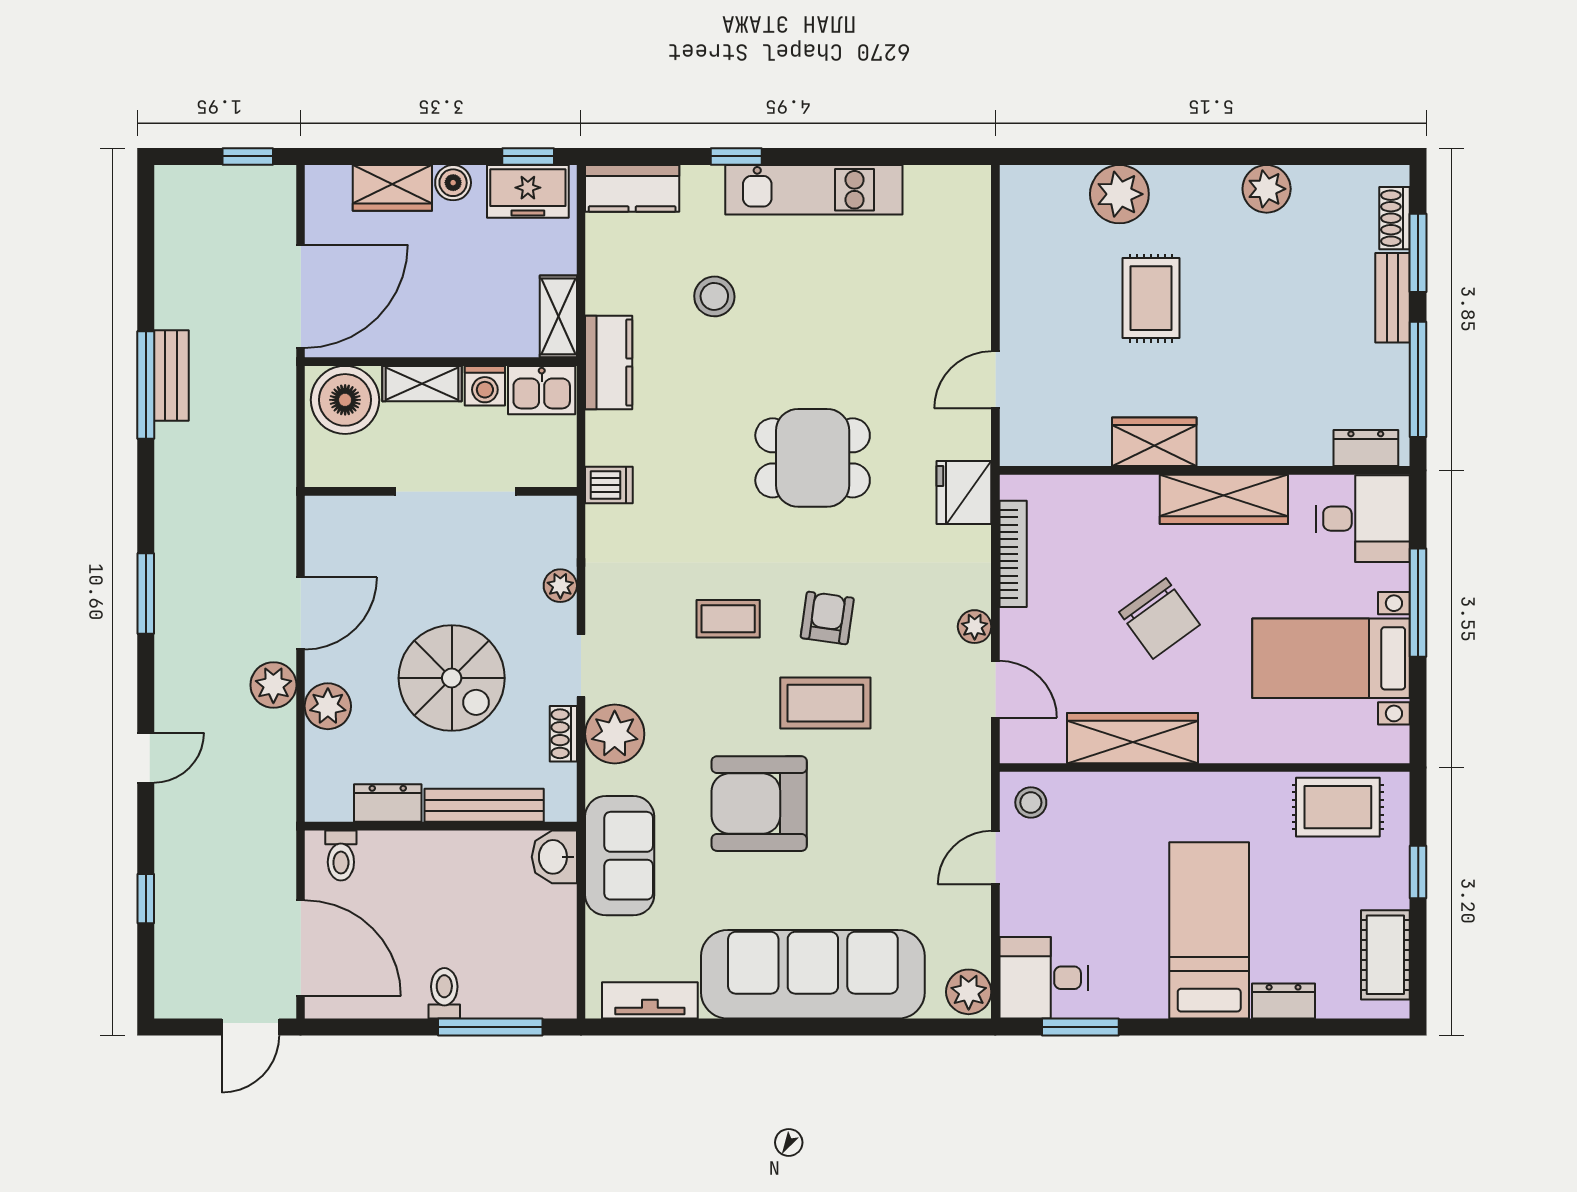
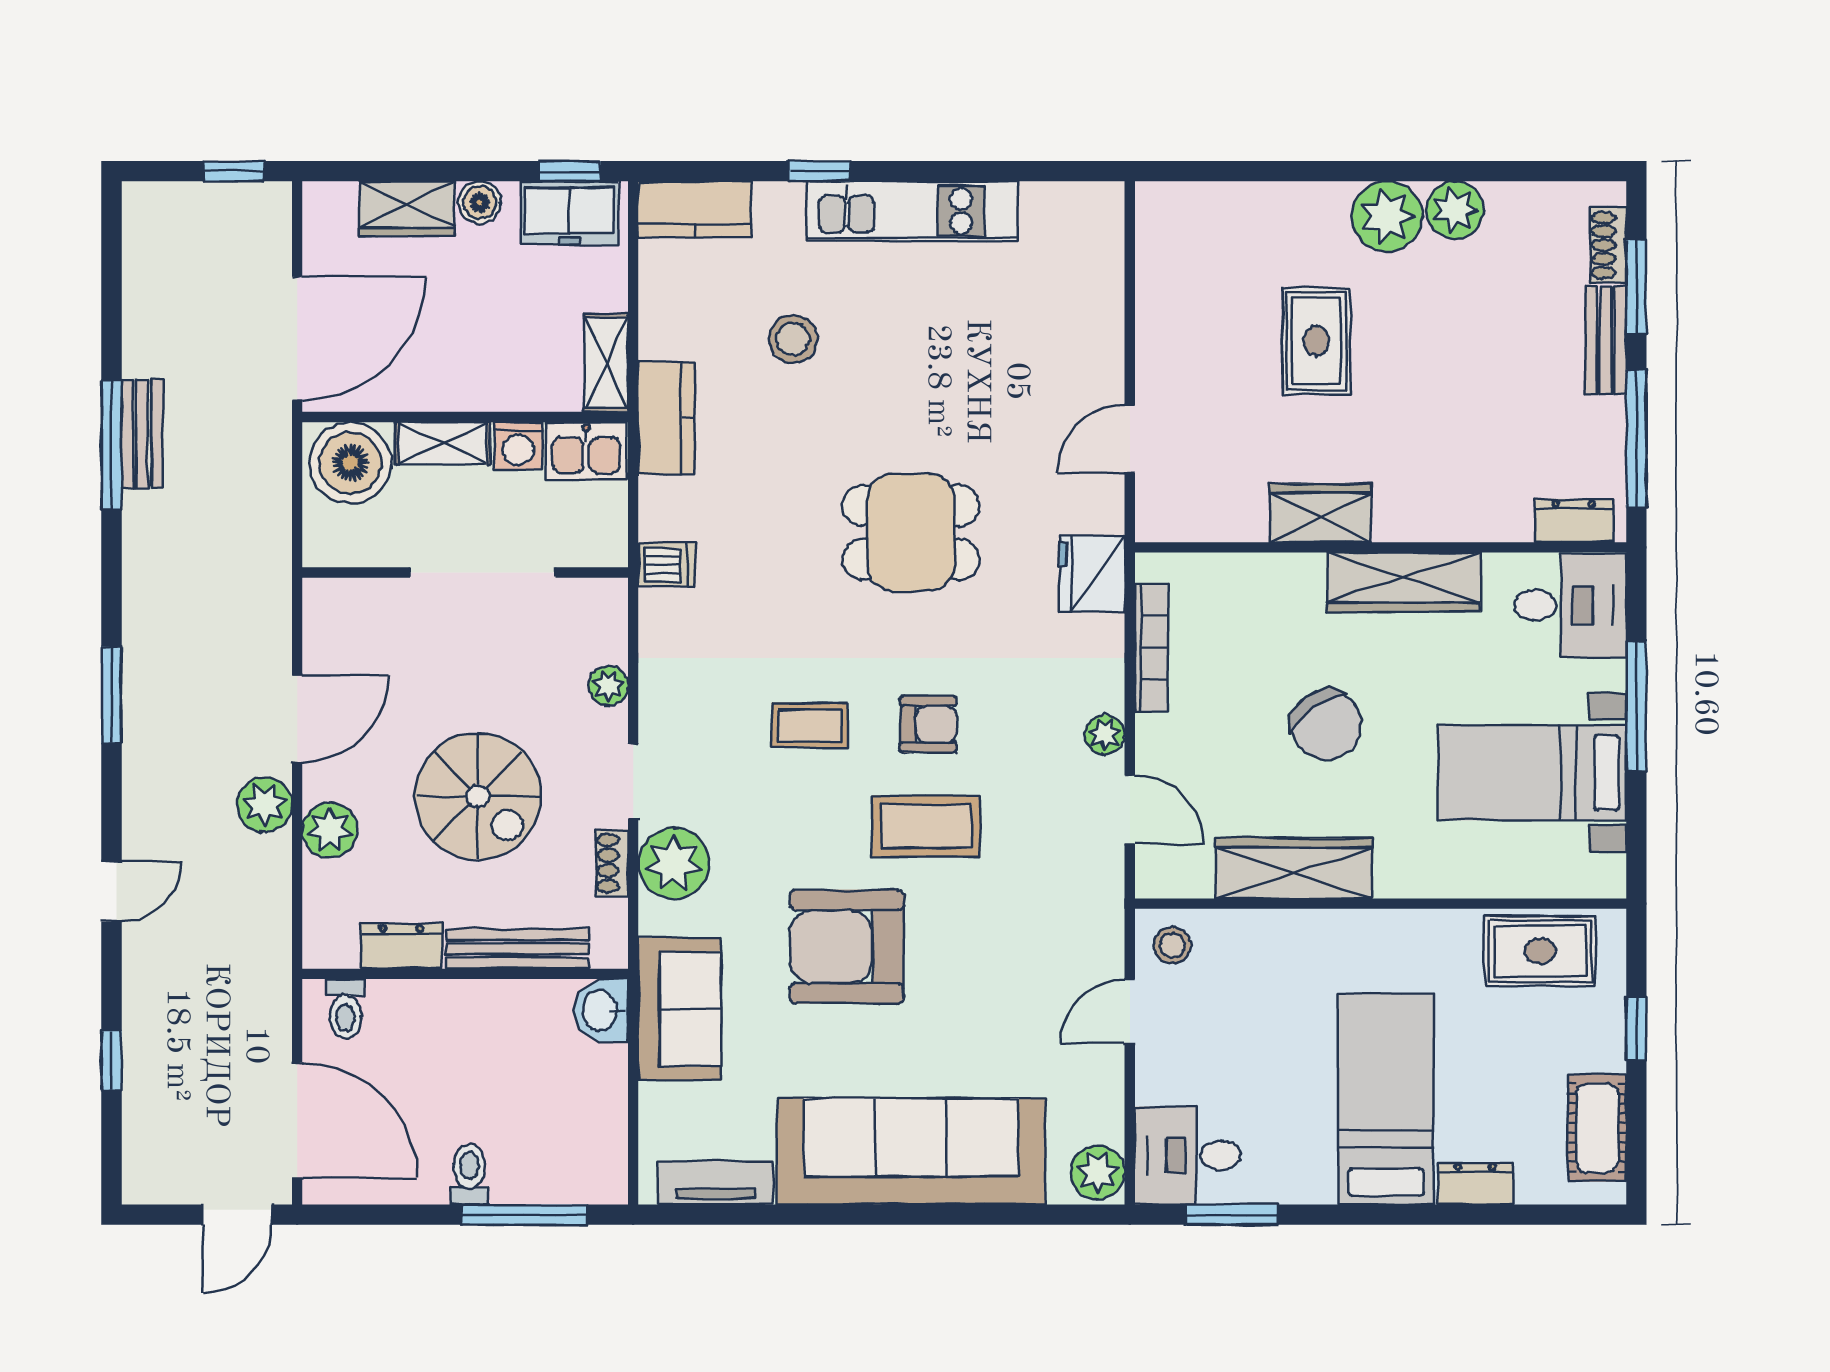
plant: (1119, 194) -> (1387, 216), moved
armchair: (827, 618) -> (928, 724), turned 82

